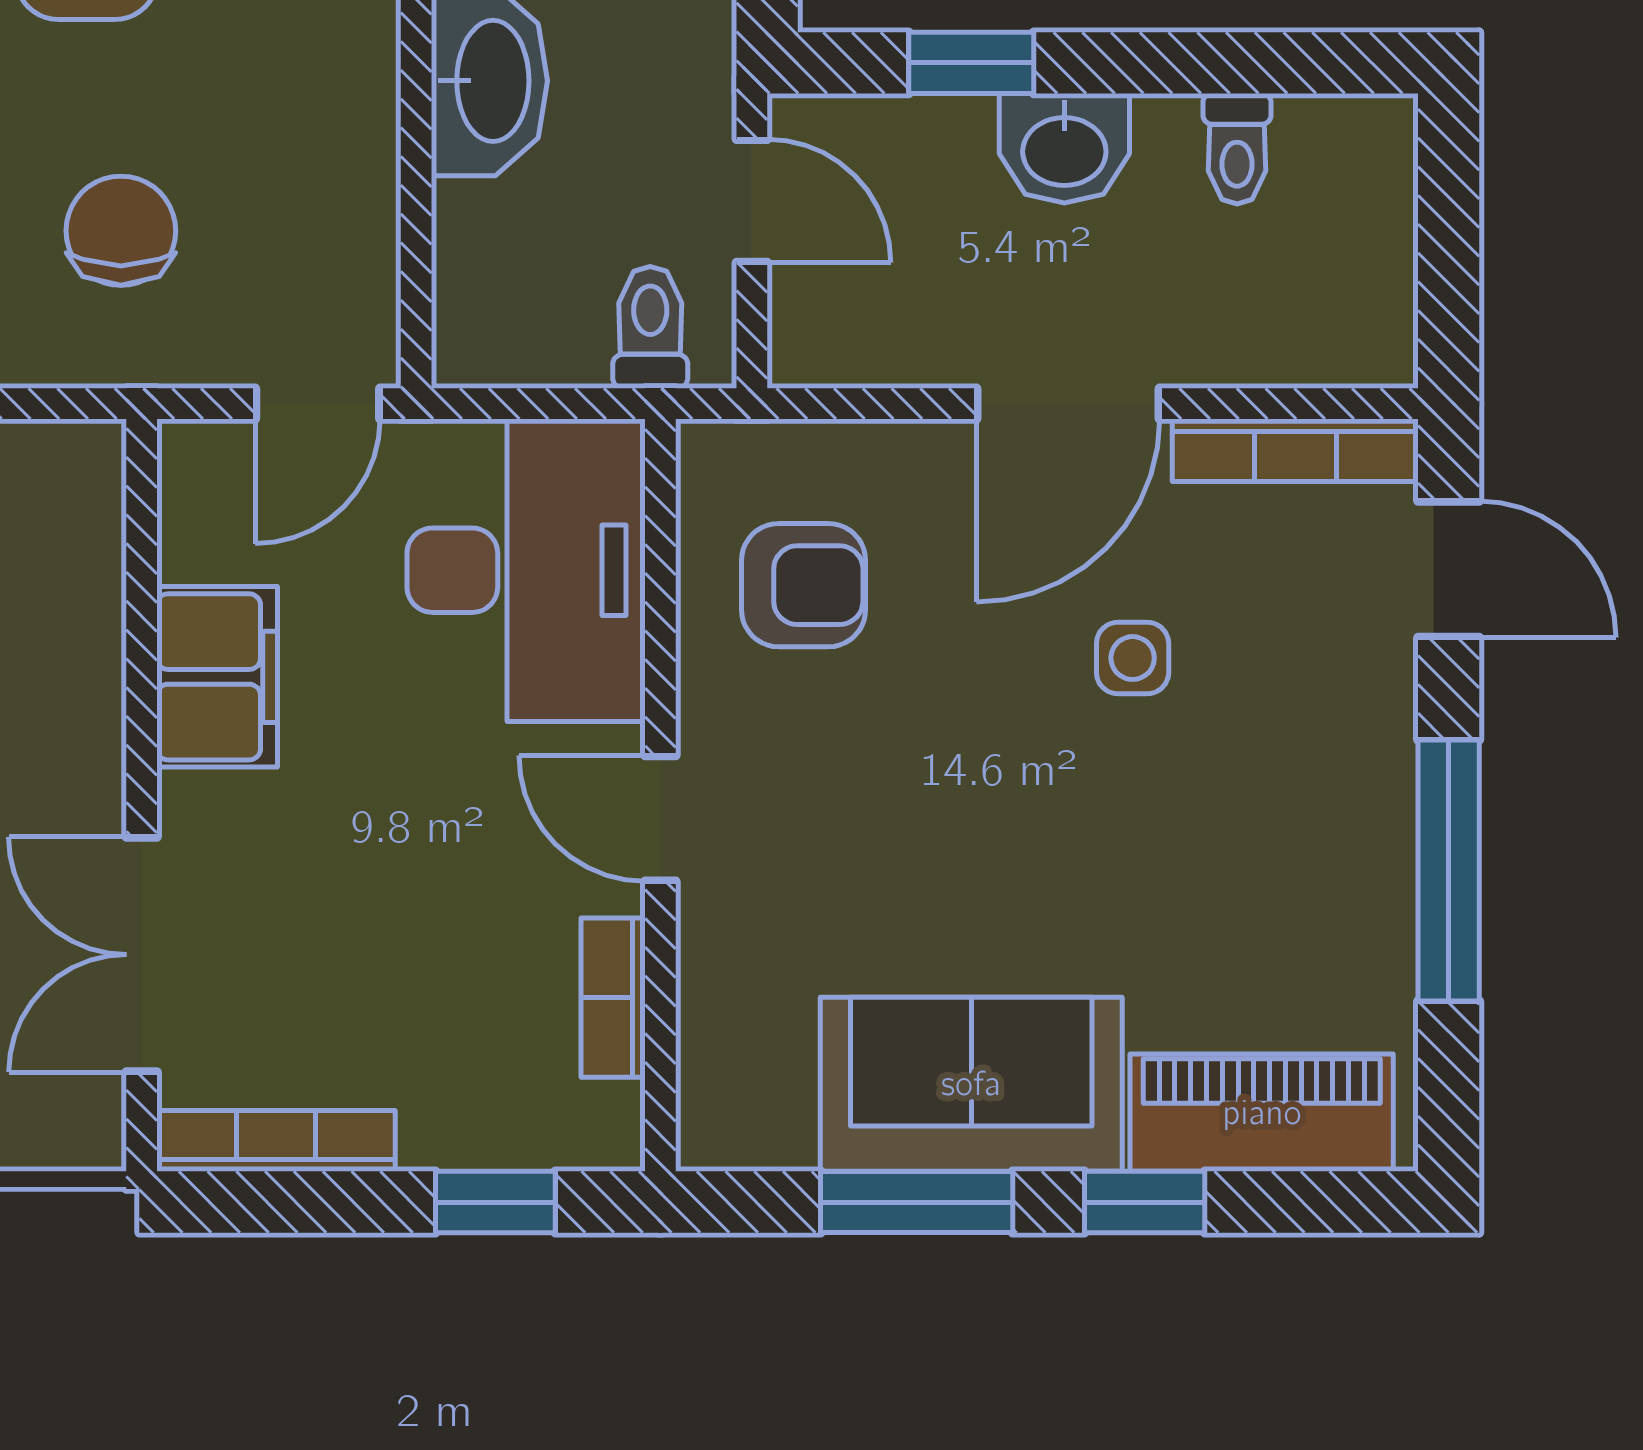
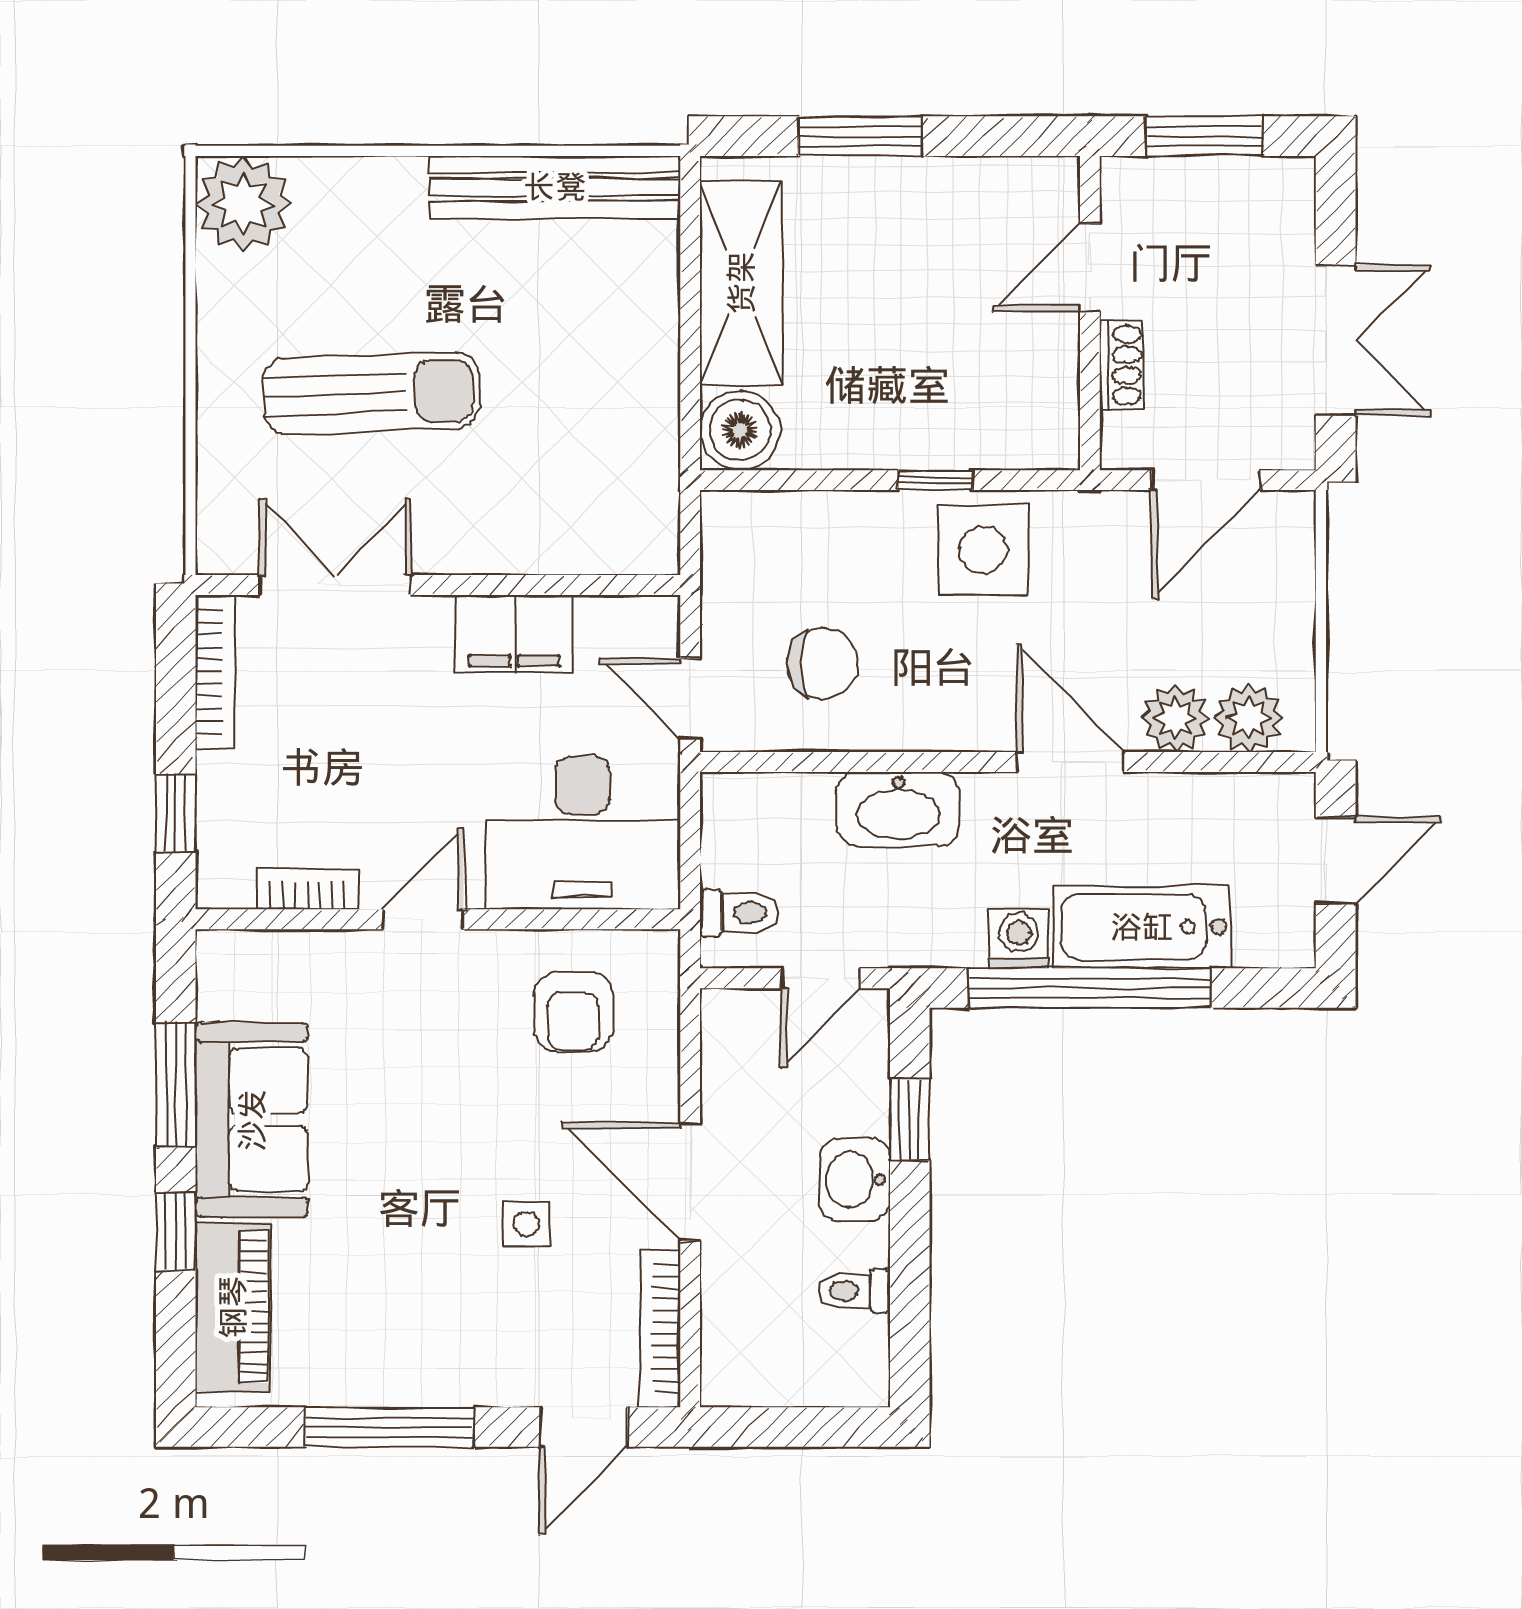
chair: (121, 231) -> (822, 663), moved

